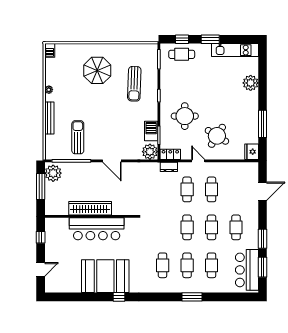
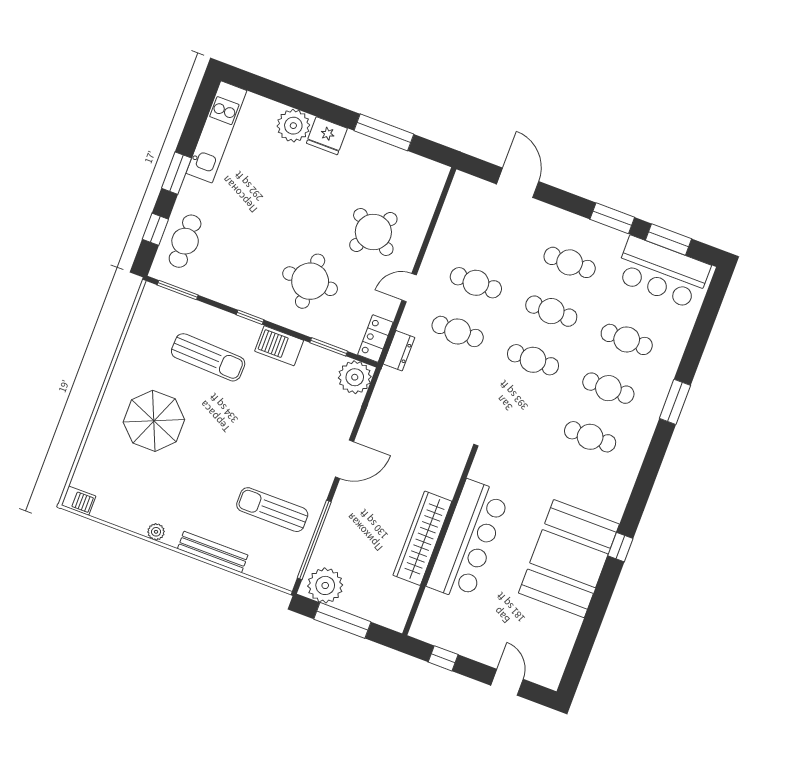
barbecue: (151, 131) -> (279, 346), moved
fridge: (252, 152) -> (327, 136), moved

